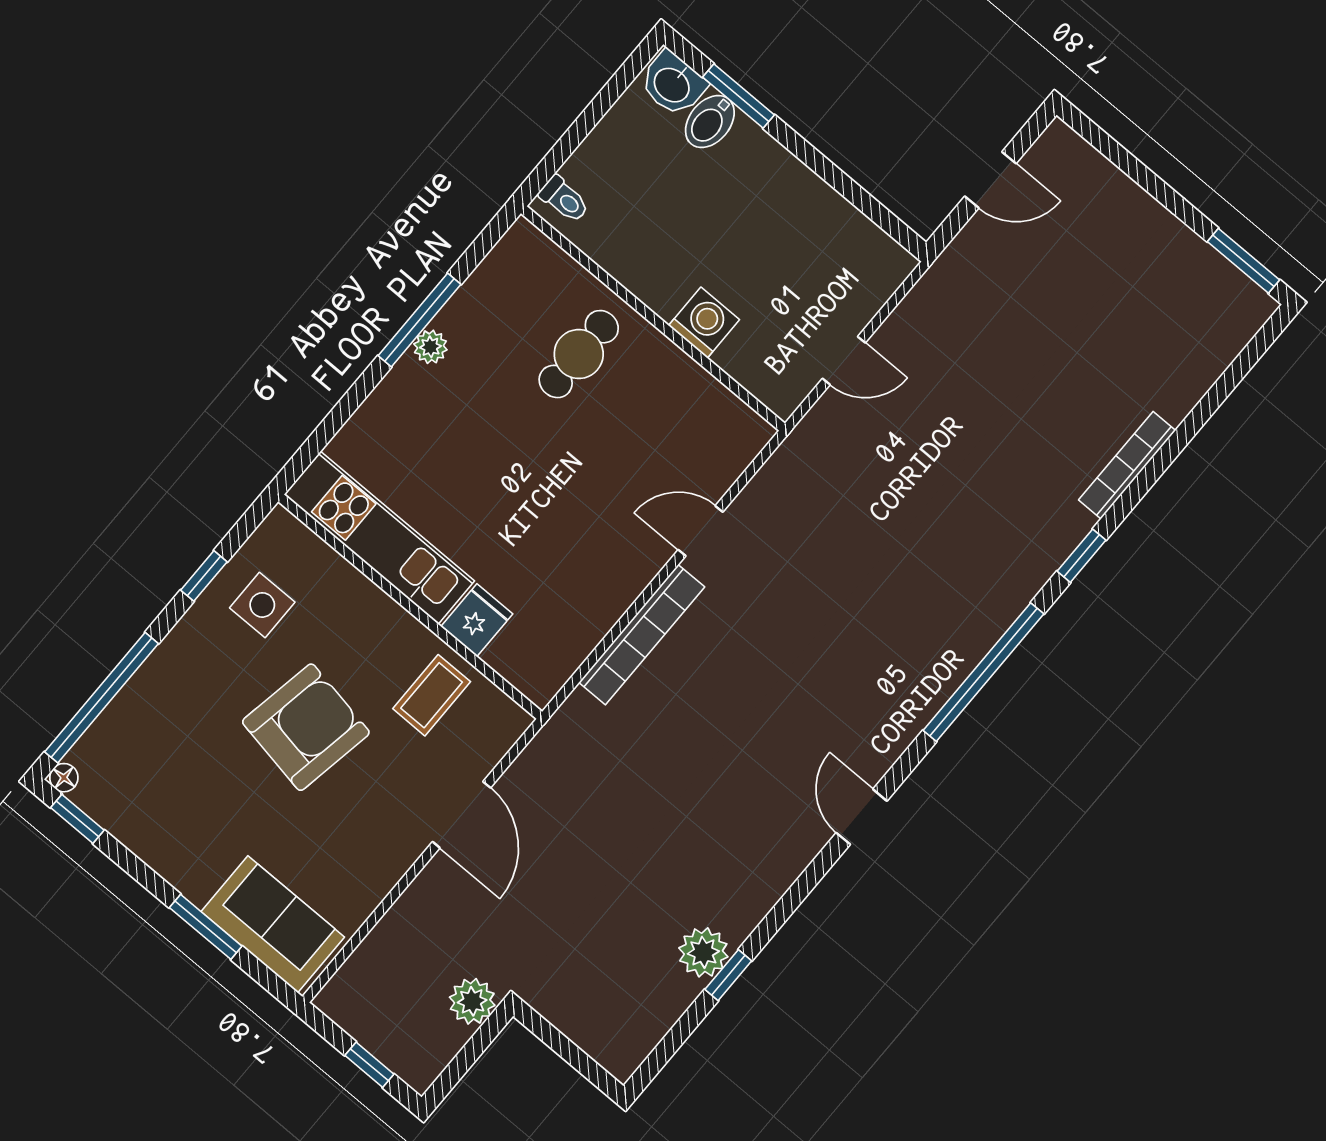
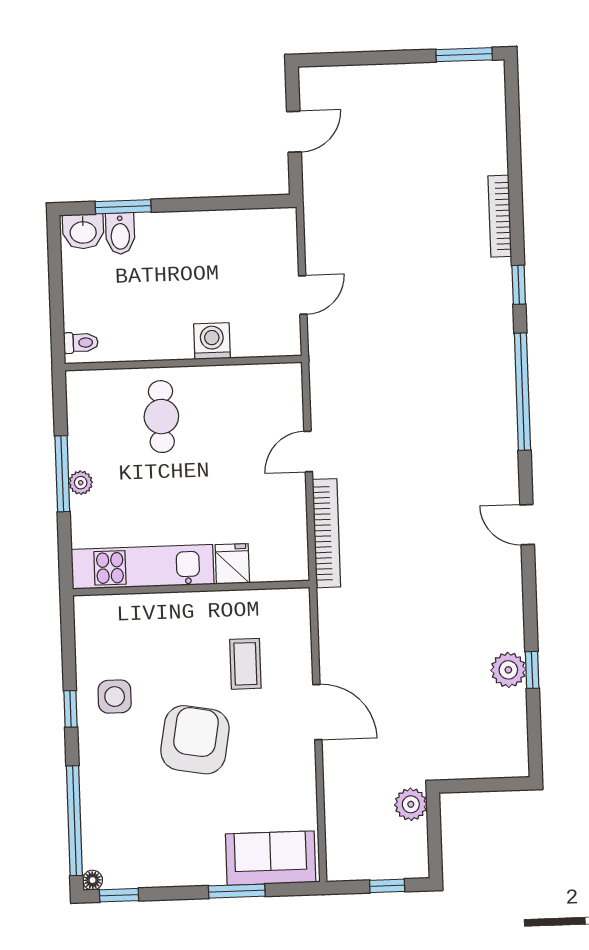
kitchen unit: (379, 538) -> (143, 567), moved
wall: (410, 607) -> (191, 588), moved
fridge: (477, 620) -> (232, 564), moved

